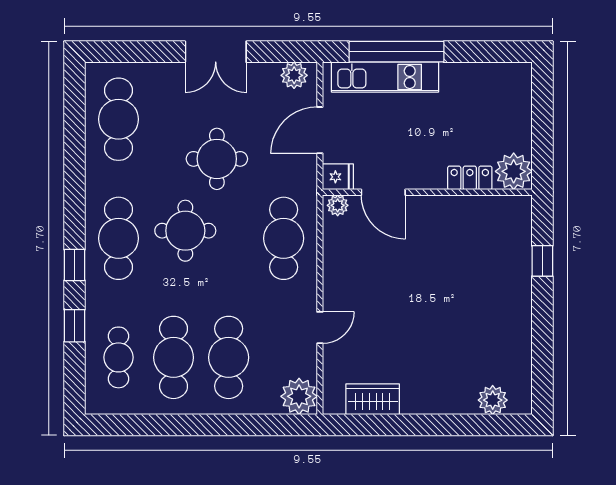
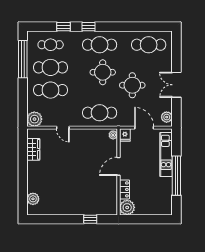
window: (396, 52) -> (176, 176), moved
door: (383, 192) -> (119, 166), moved
window: (153, 425) -> (23, 59), added

